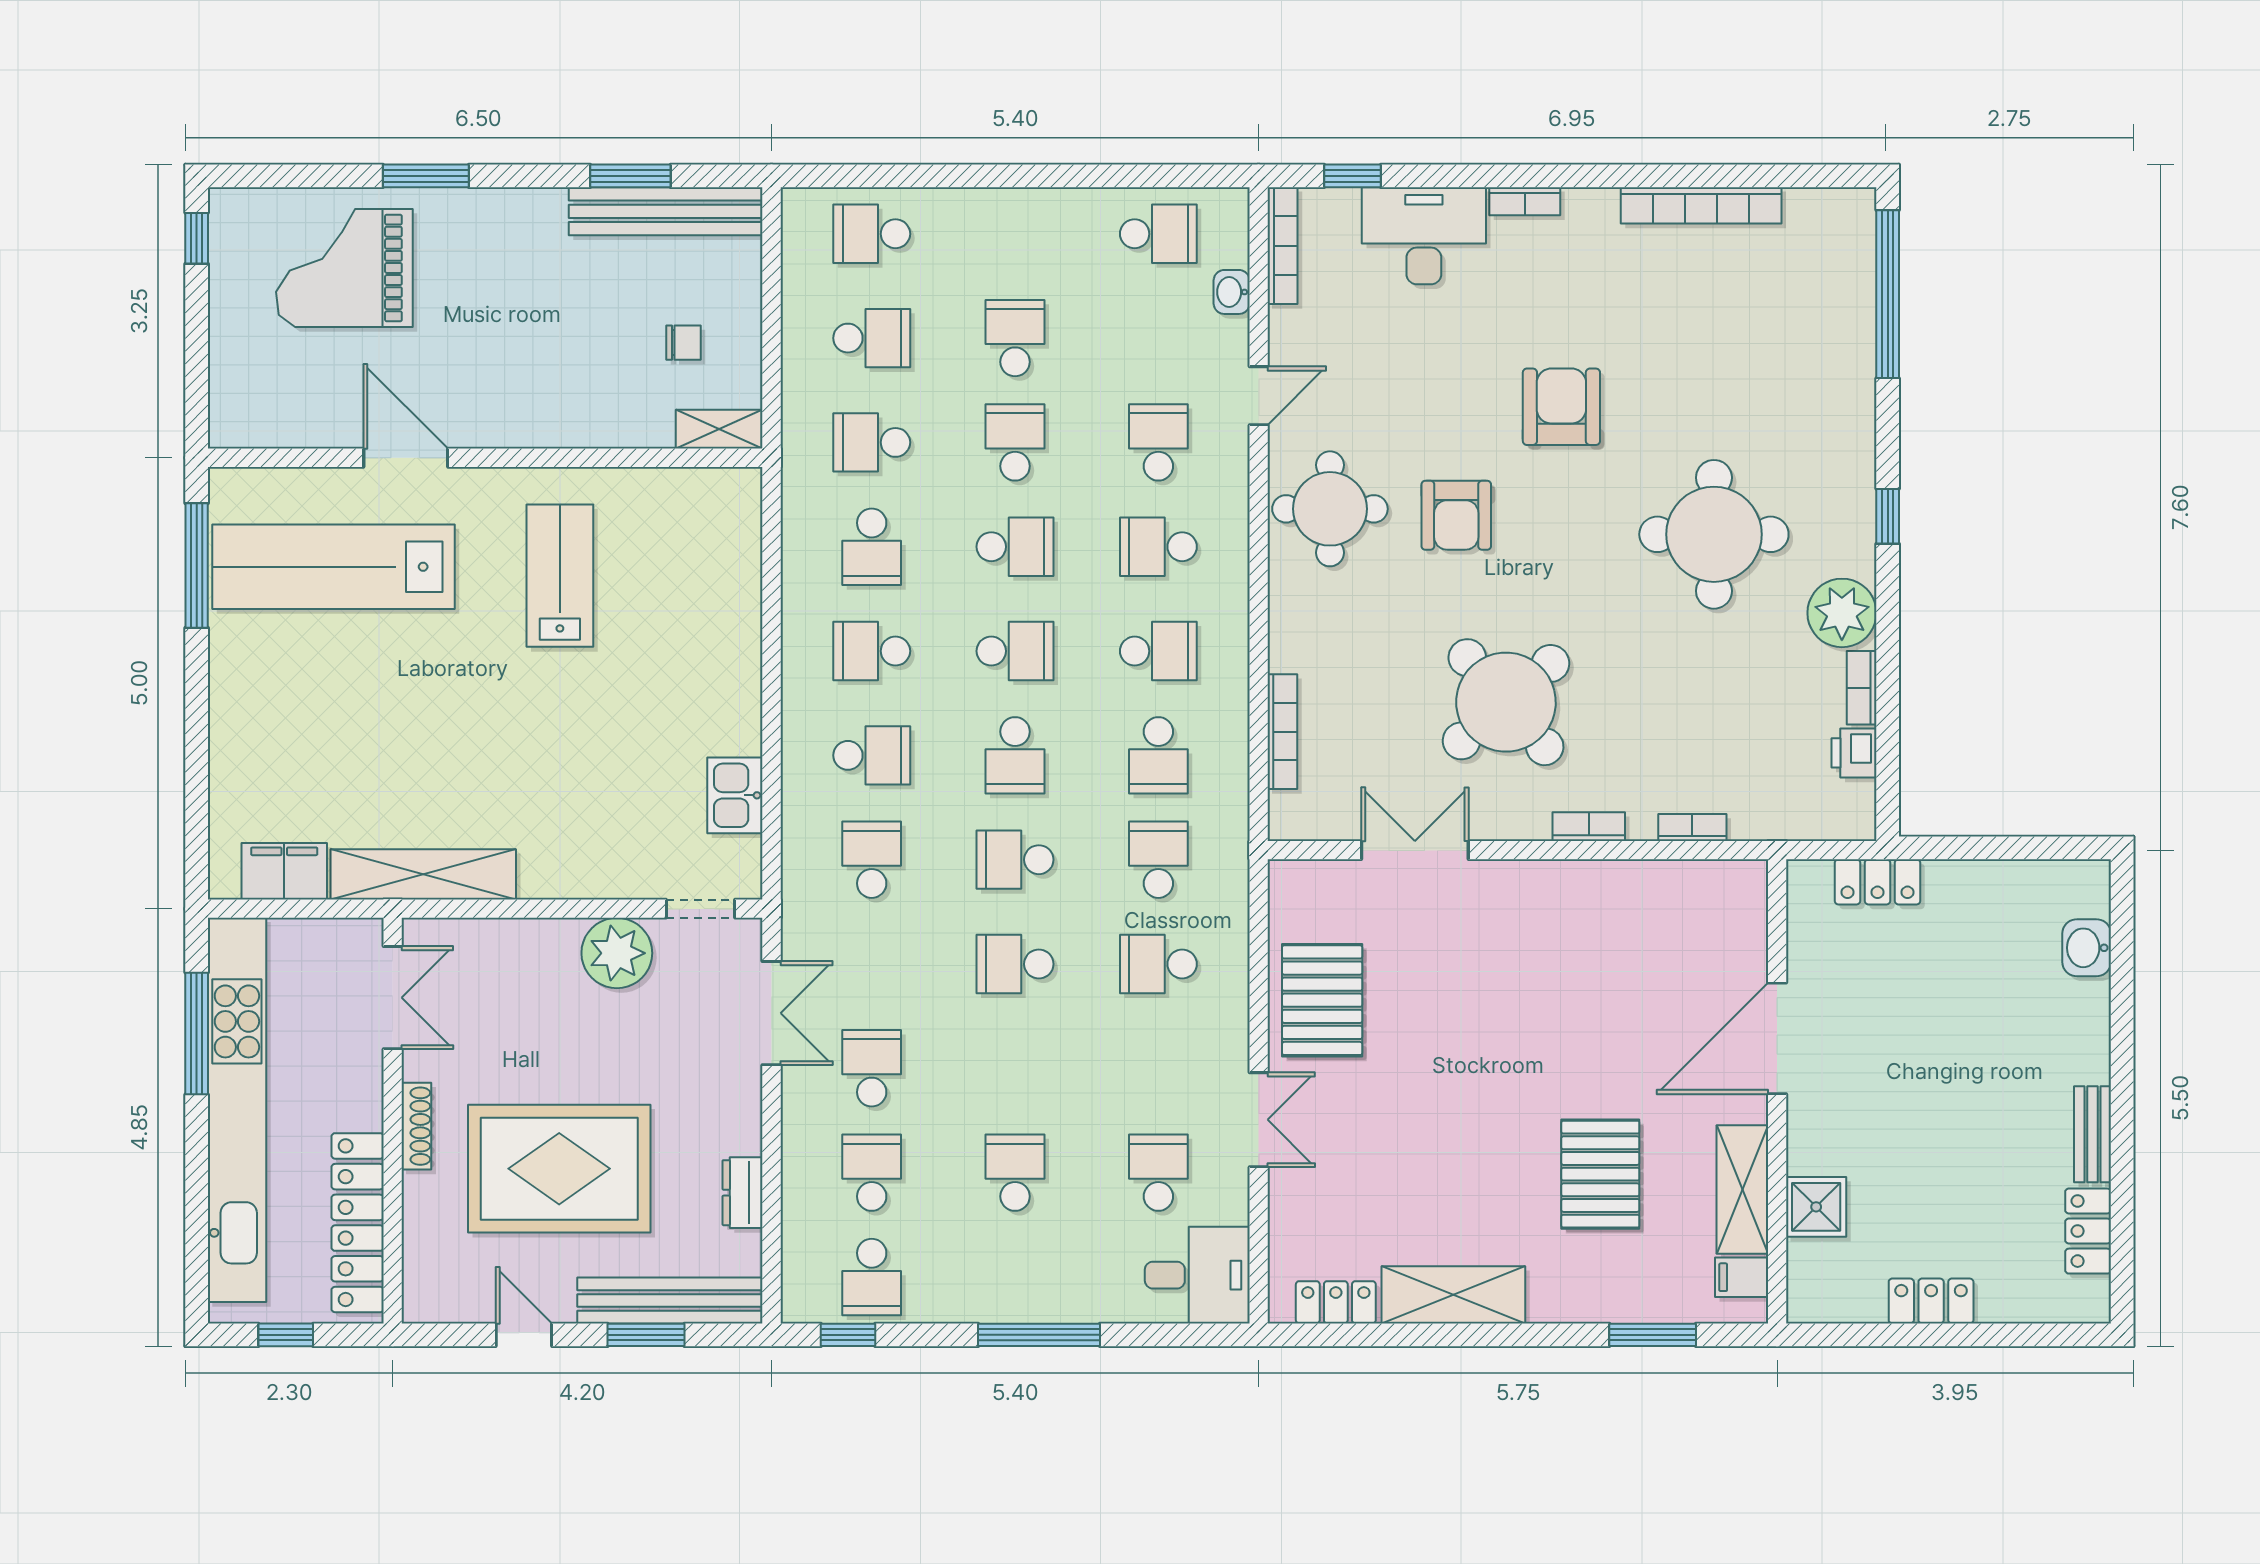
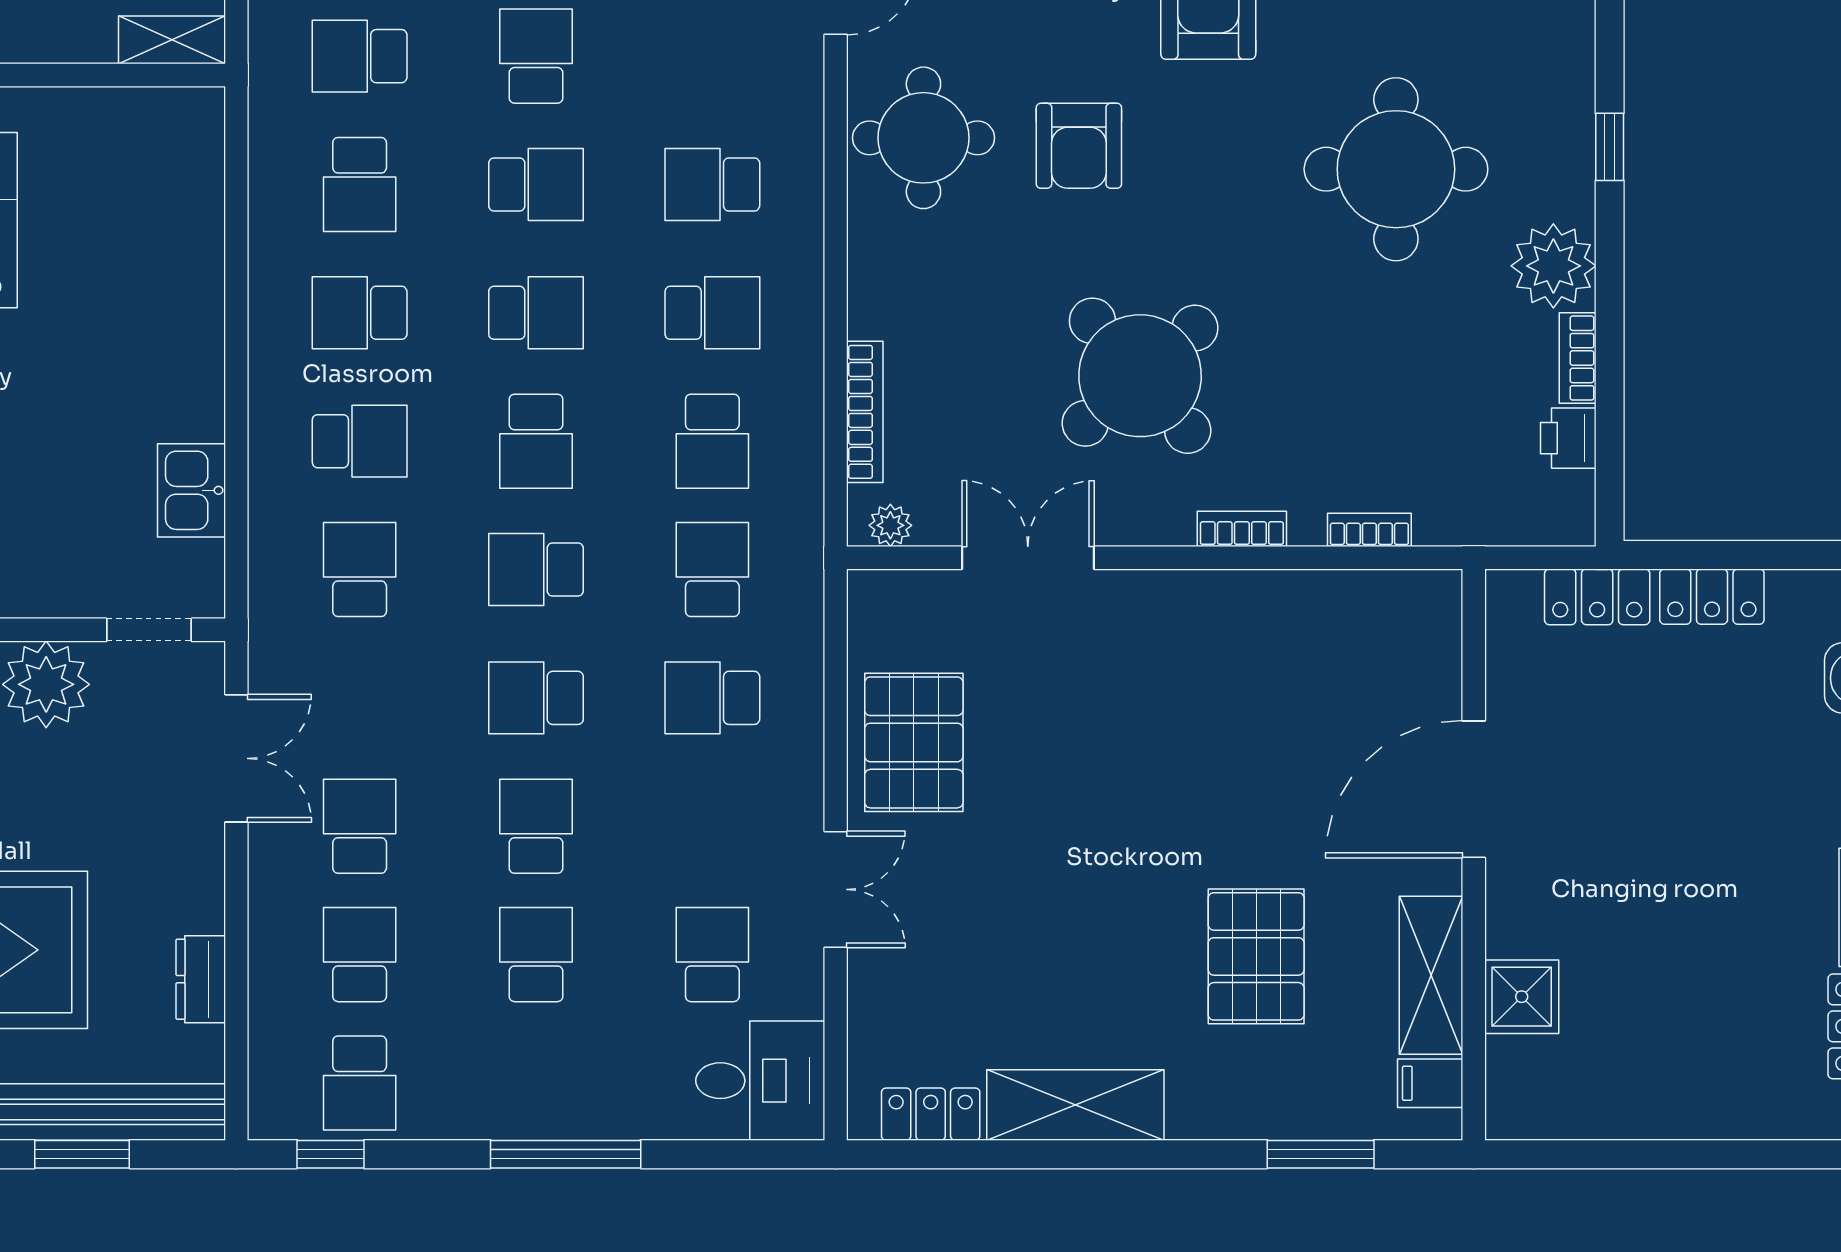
school desk: (1158, 442) -> (536, 826), moved
plant: (1303, 824) -> (890, 525), added
locker: (1931, 1301) -> (1712, 597), moved, turned 180

